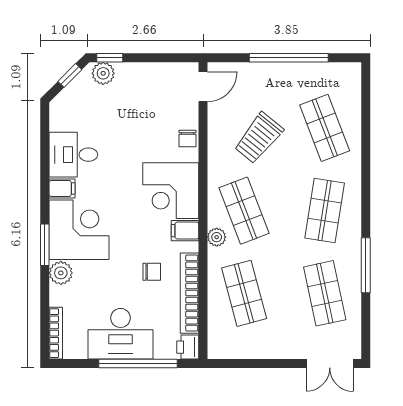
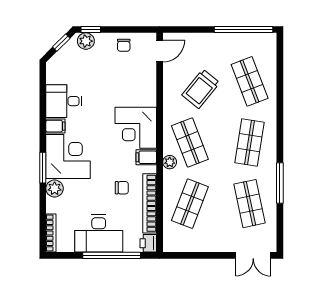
window: (289, 58) -> (244, 30), moved
chair: (187, 139) -> (124, 45), moved
shop shelf: (244, 293) -> (190, 204), turned 36

